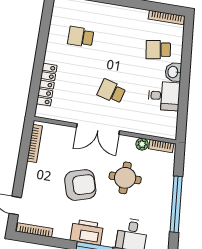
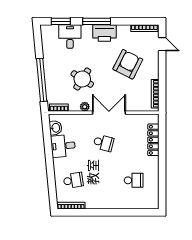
washbasin: (173, 72) -> (55, 128), moved
plant: (142, 144) -> (85, 107), moved
round table: (125, 178) -> (82, 79), turned 33
armchair: (80, 185) -> (128, 64), moved, turned 134
window: (176, 204) -> (42, 80), moved

